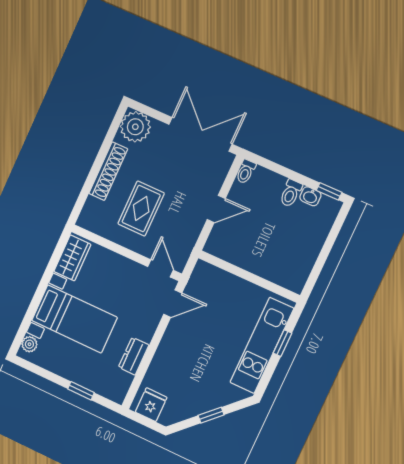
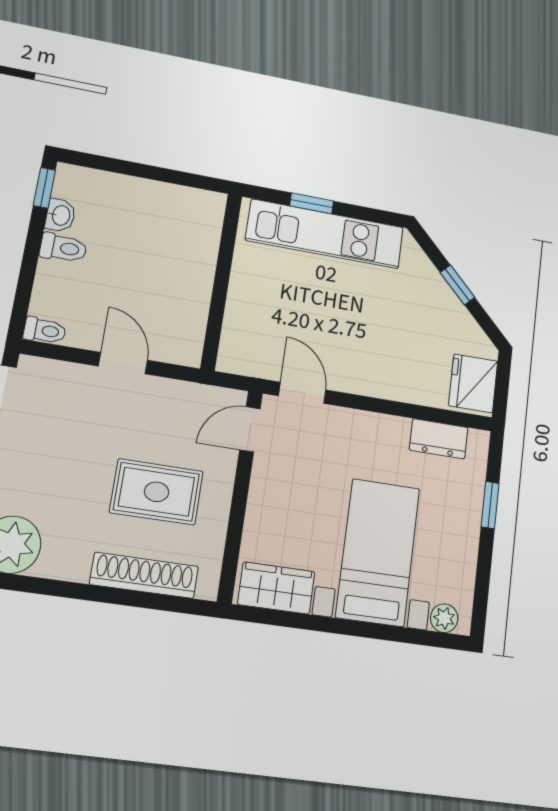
shoe rack: (108, 171) -> (144, 575), moved
dresser: (134, 356) -> (439, 439), moved
fridge: (151, 405) -> (473, 383), width x1.38

